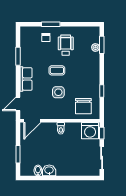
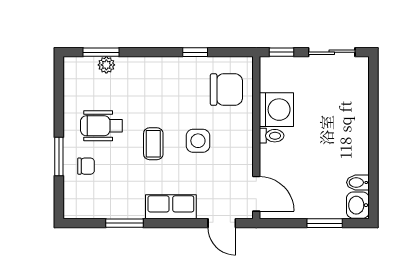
washing machine: (90, 131) -> (276, 110), moved
washbasin: (49, 170) -> (358, 205), moved

